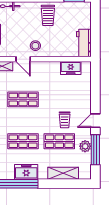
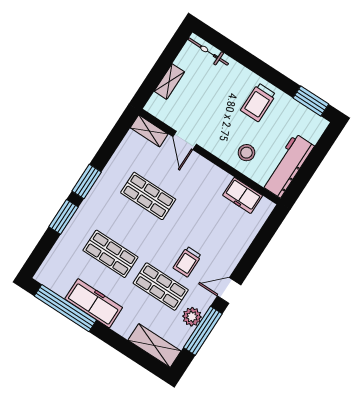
workbench: (84, 43) -> (288, 166), width x1.38
stool: (35, 46) -> (246, 153), moved
freezer: (26, 172) -> (94, 303), width x1.40
shelving: (63, 173) -> (154, 346), moved

